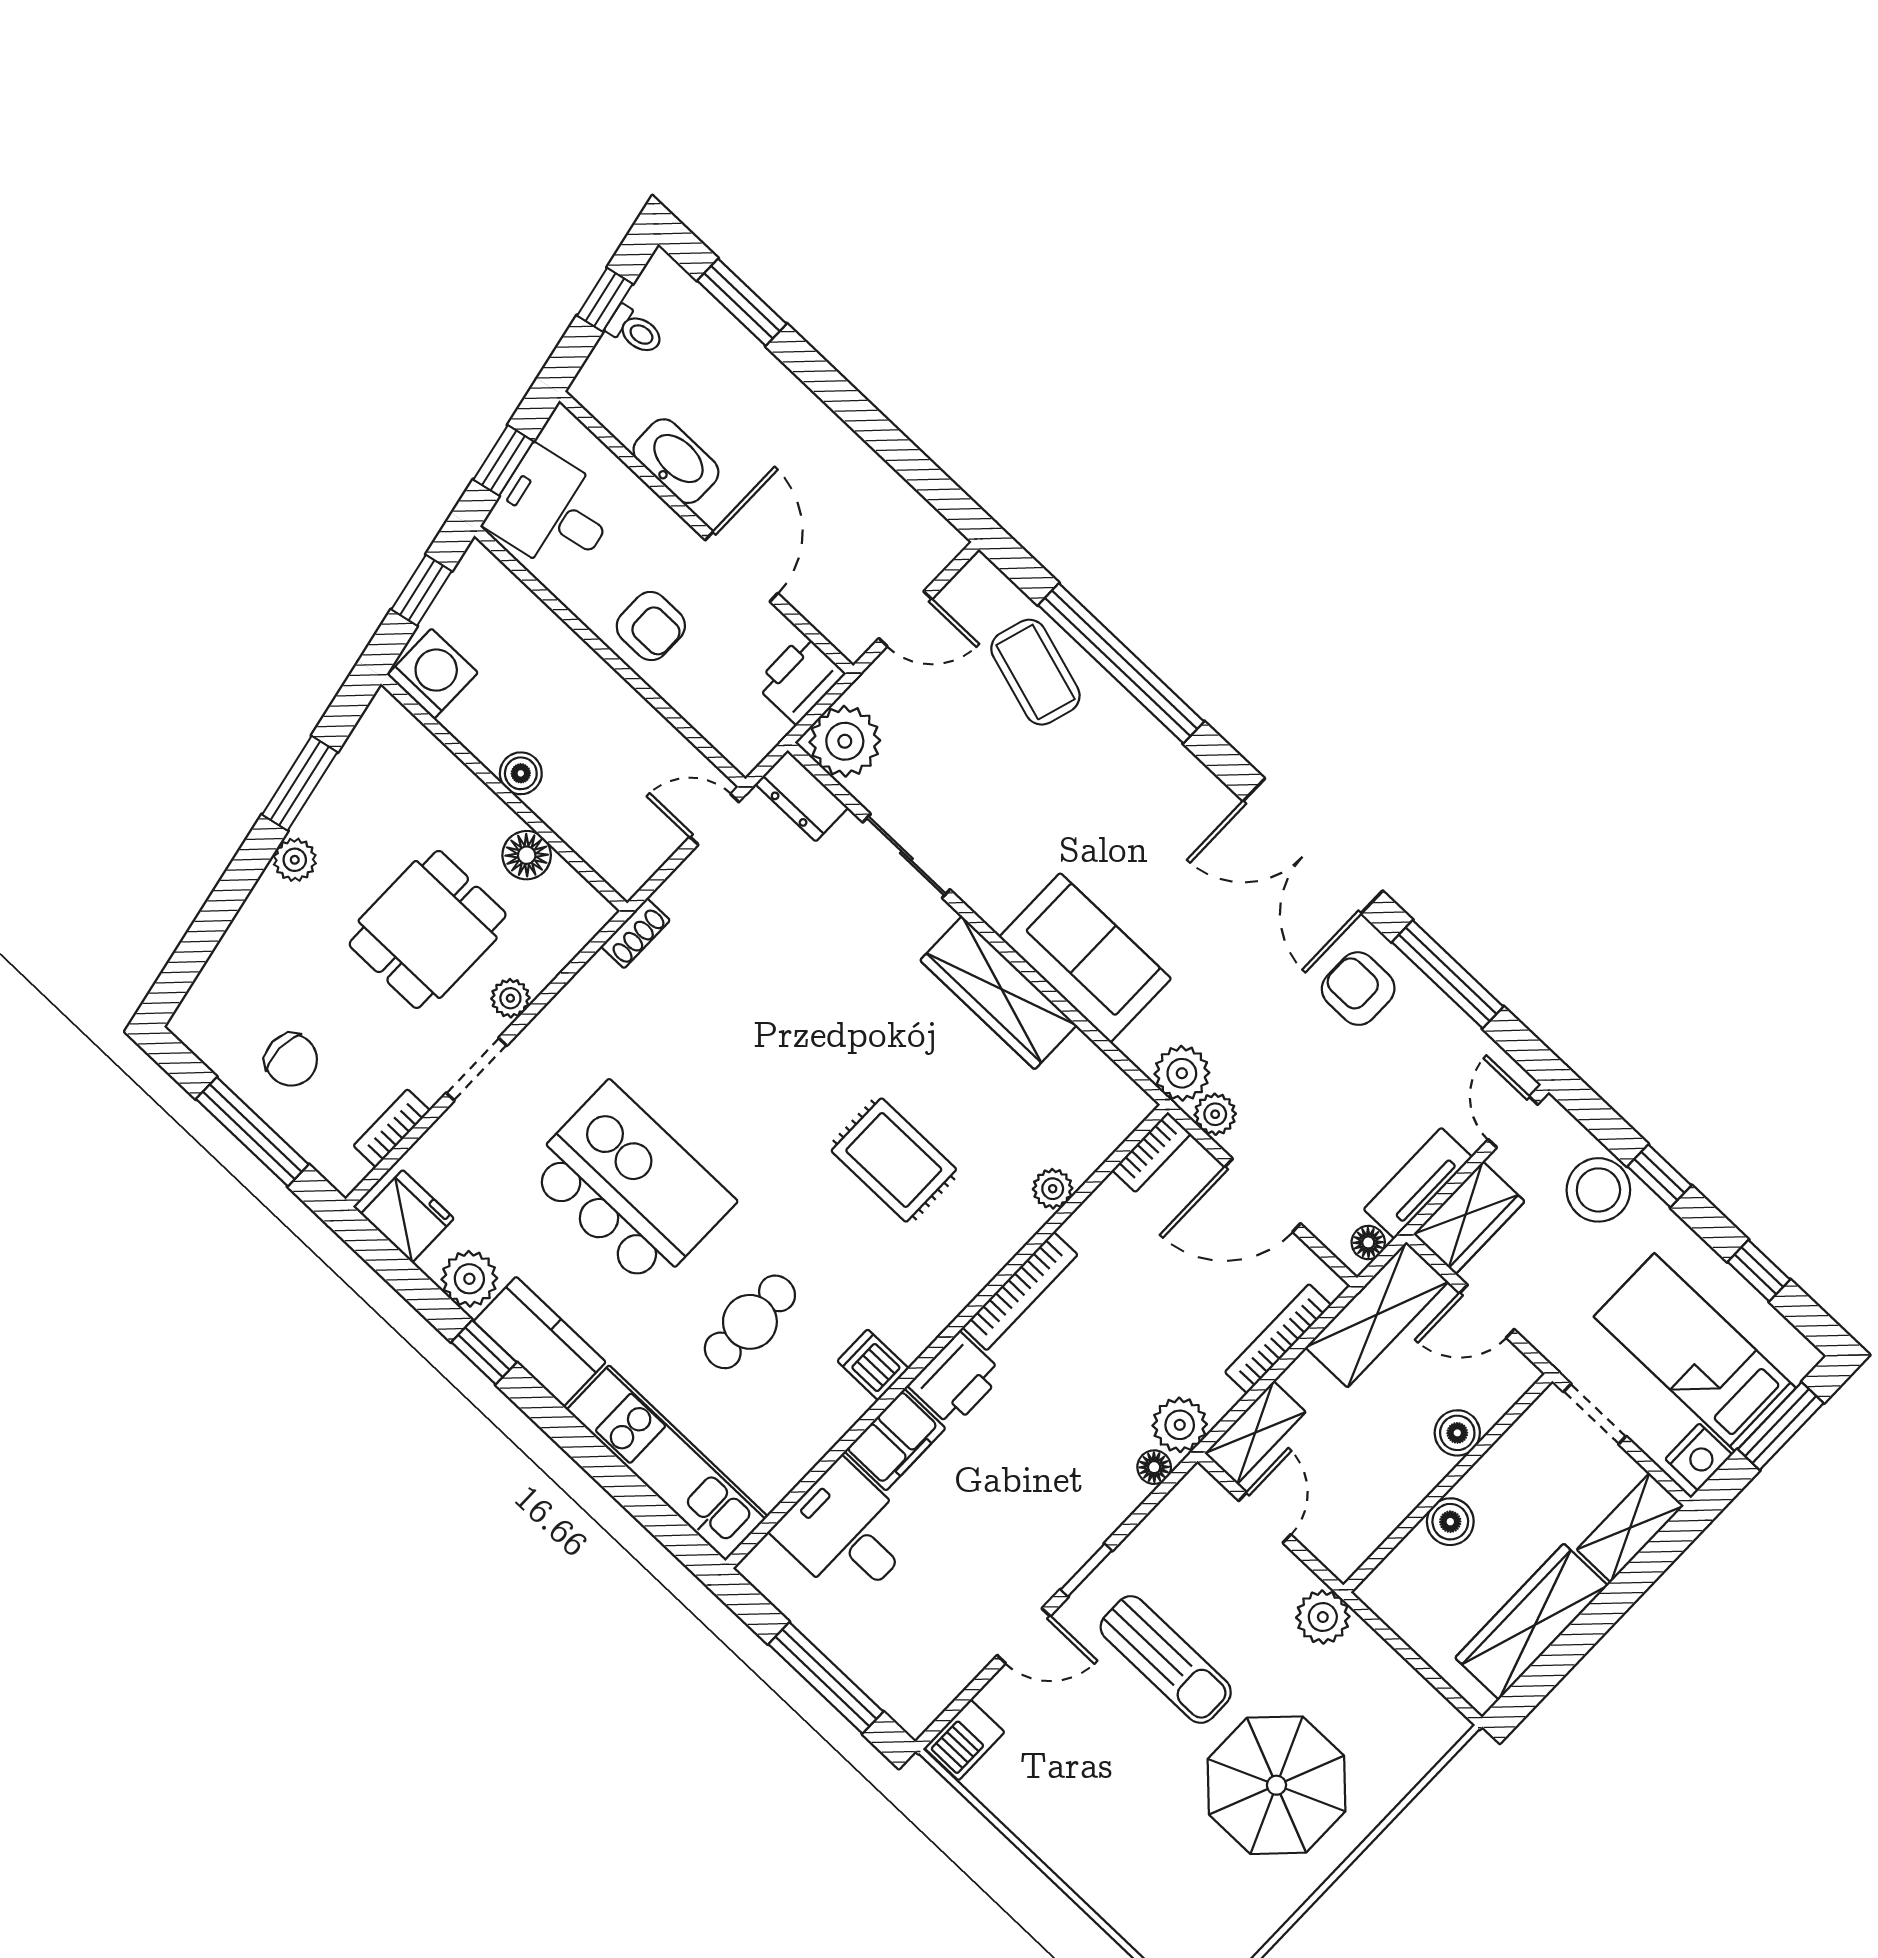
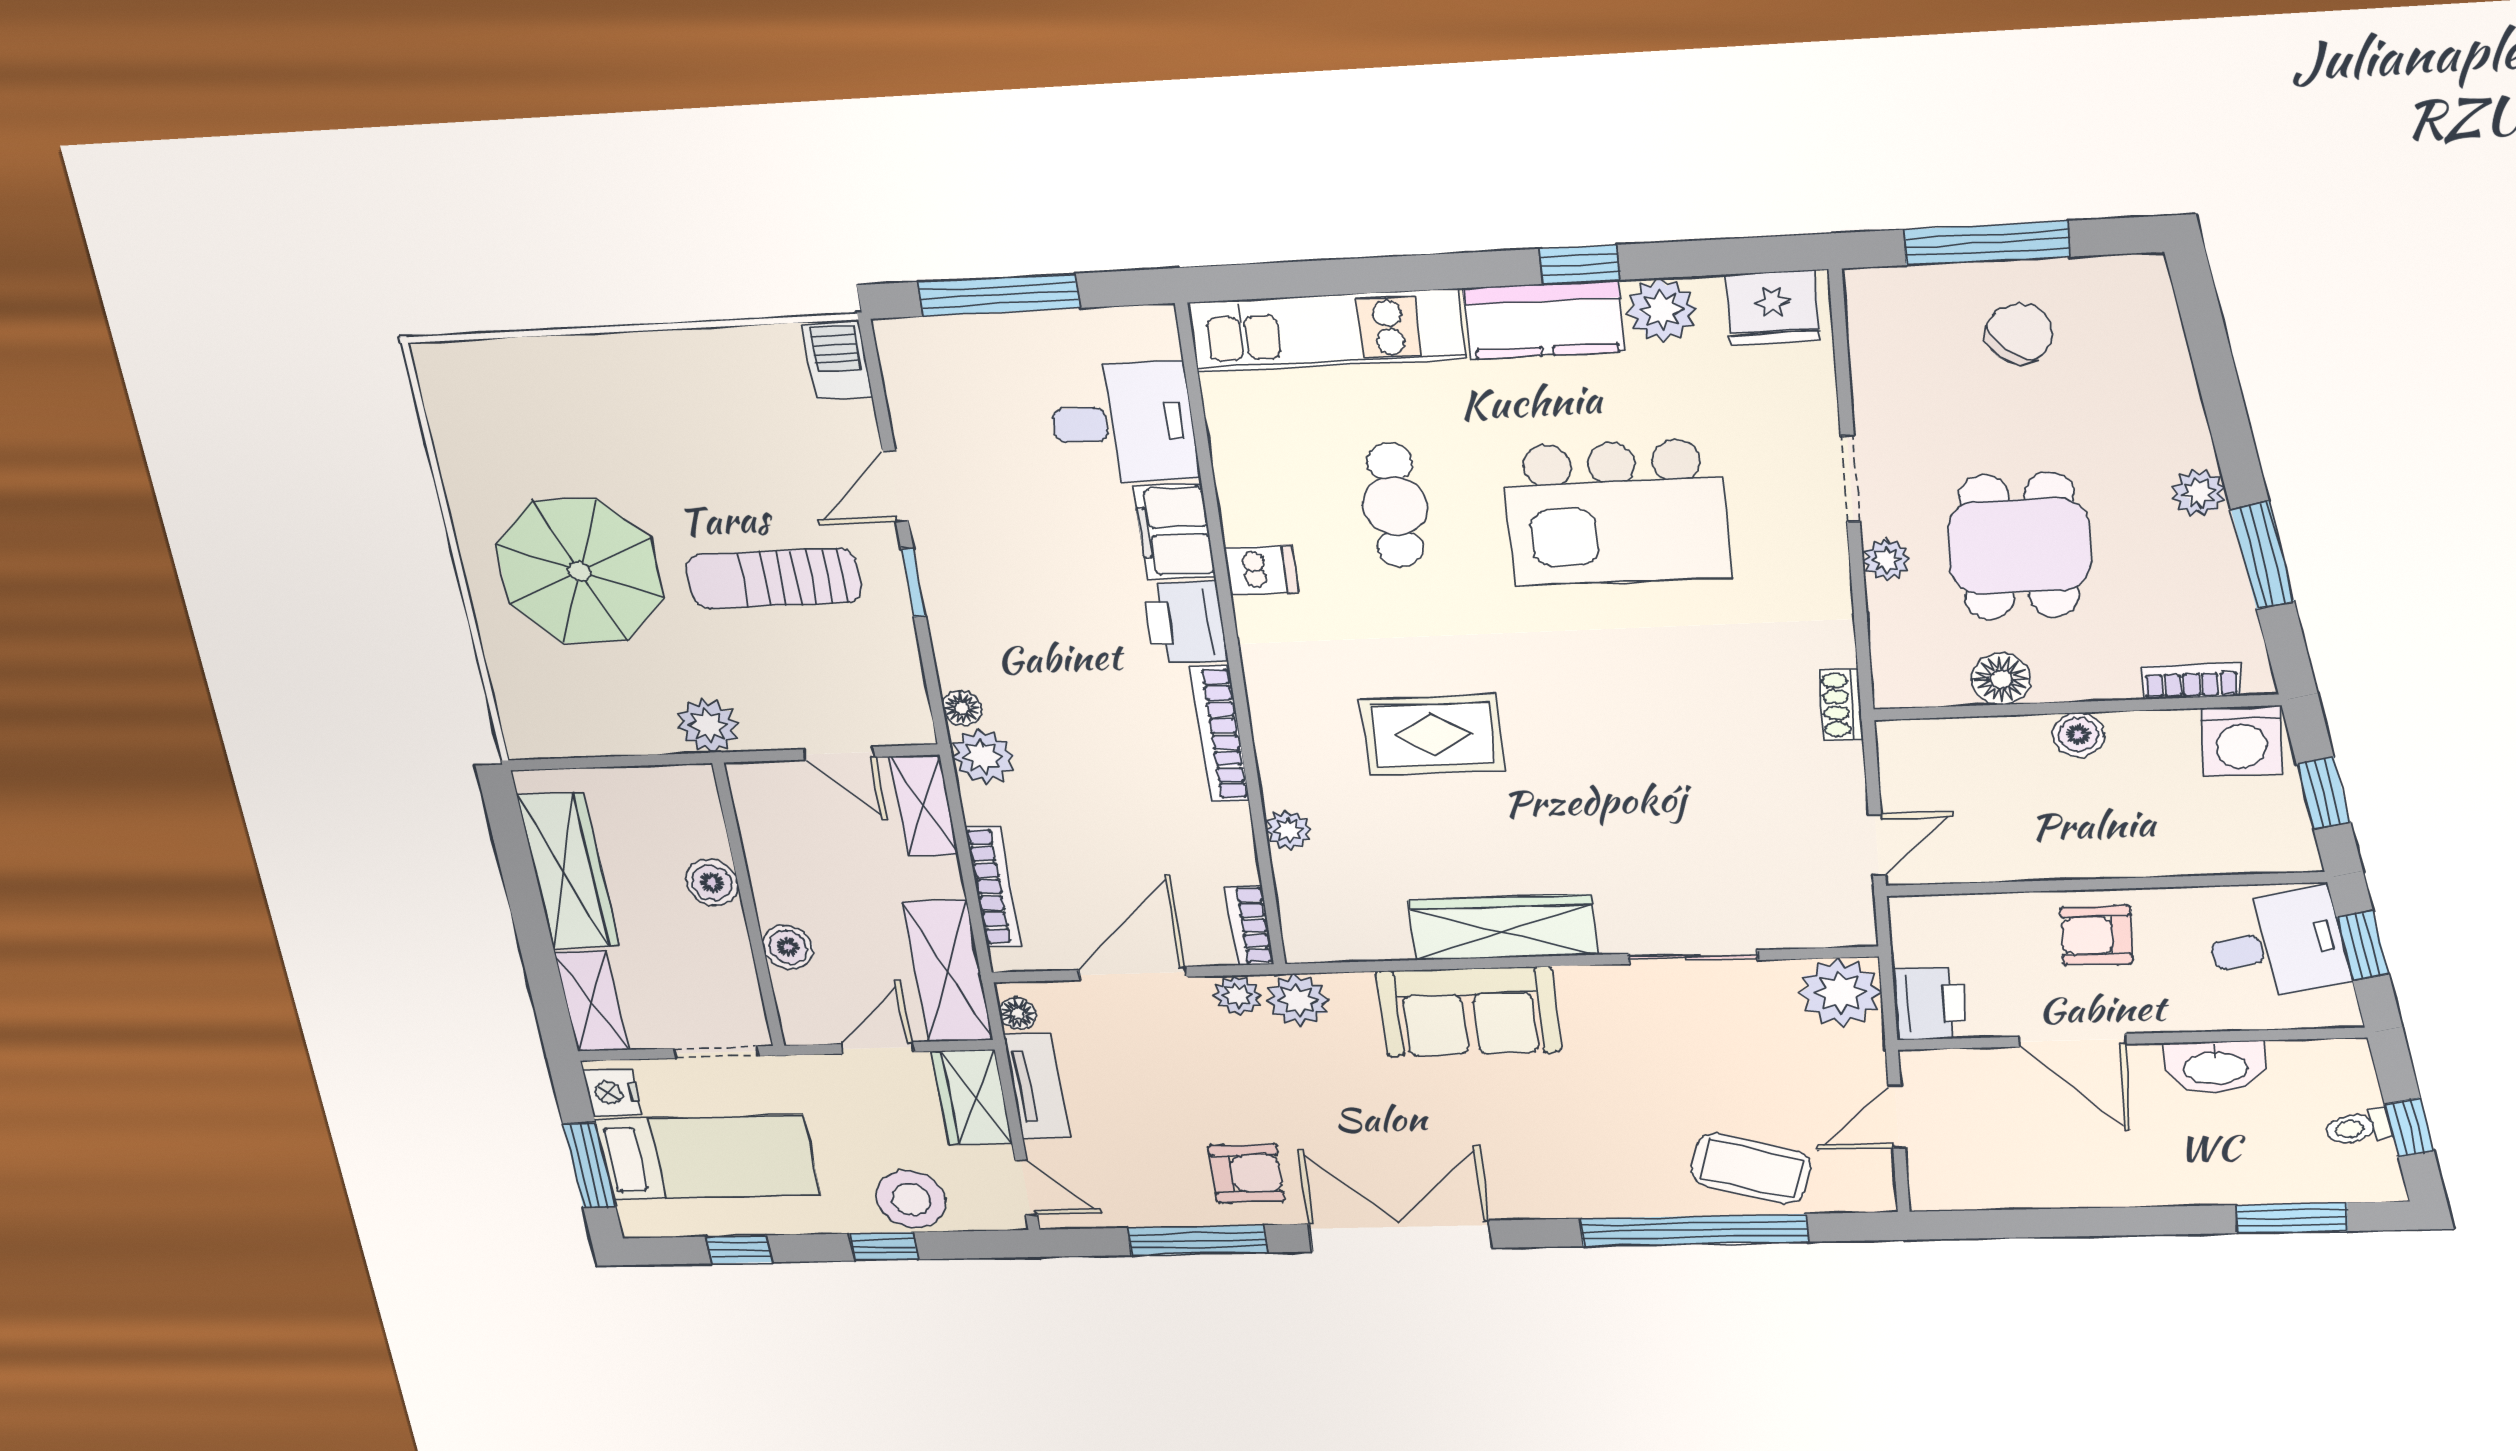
dresser: (802, 796) -> (1827, 925), removed
chair: (291, 1060) -> (2019, 334), turned 130
bookcase: (392, 1128) -> (2191, 681), moved, turned -90

